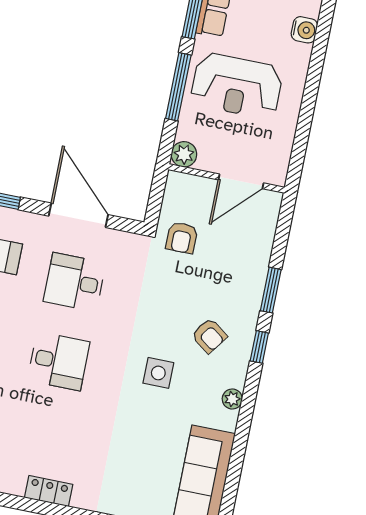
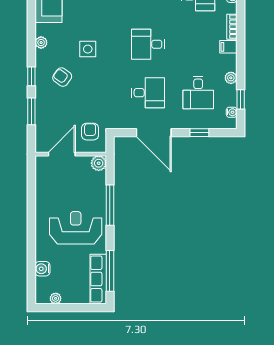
window: (178, 87) -> (110, 205), moved
plant: (184, 154) -> (99, 163), moved
wall: (227, 178) -> (71, 154), moved
door: (241, 181) -> (62, 154), moved

